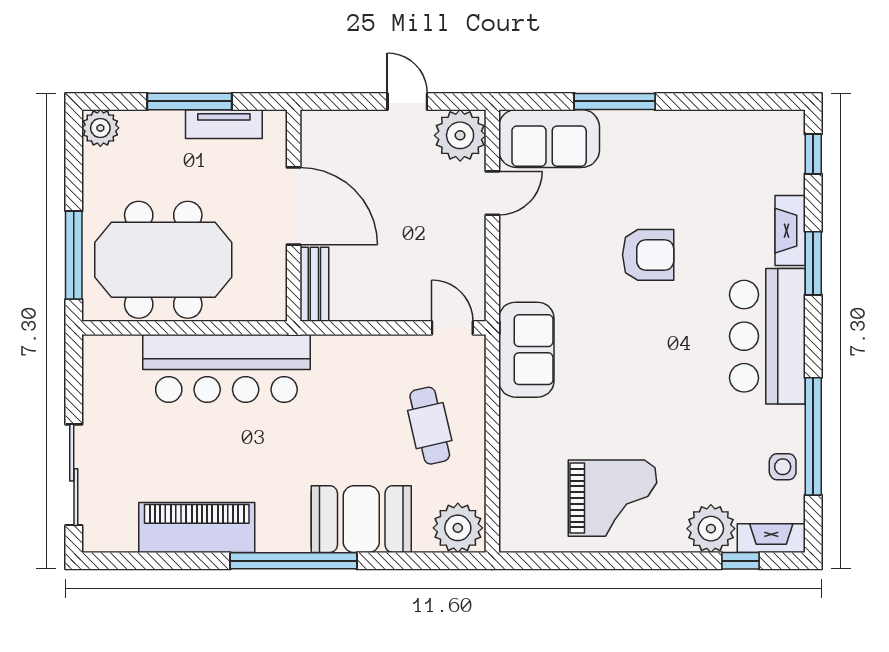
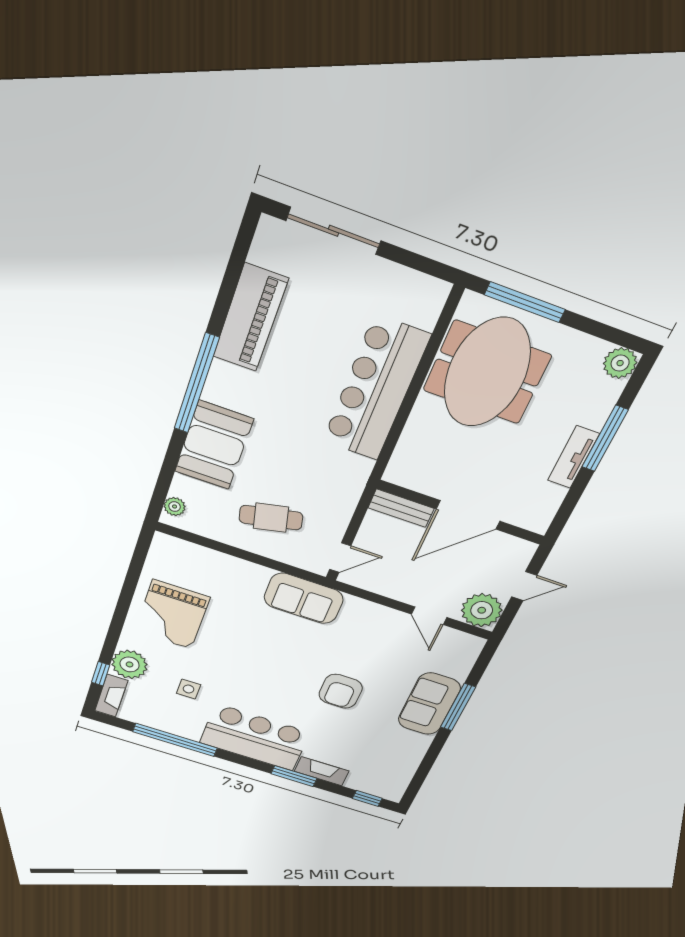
sofa: (549, 139) -> (429, 704), moved
door: (294, 206) -> (468, 515), moved
wall: (294, 215) -> (461, 512), moved
bench: (314, 284) -> (401, 508), moved
side table: (783, 467) -> (189, 689), moved
plant: (458, 528) -> (175, 507), width x0.53, depth x0.53

